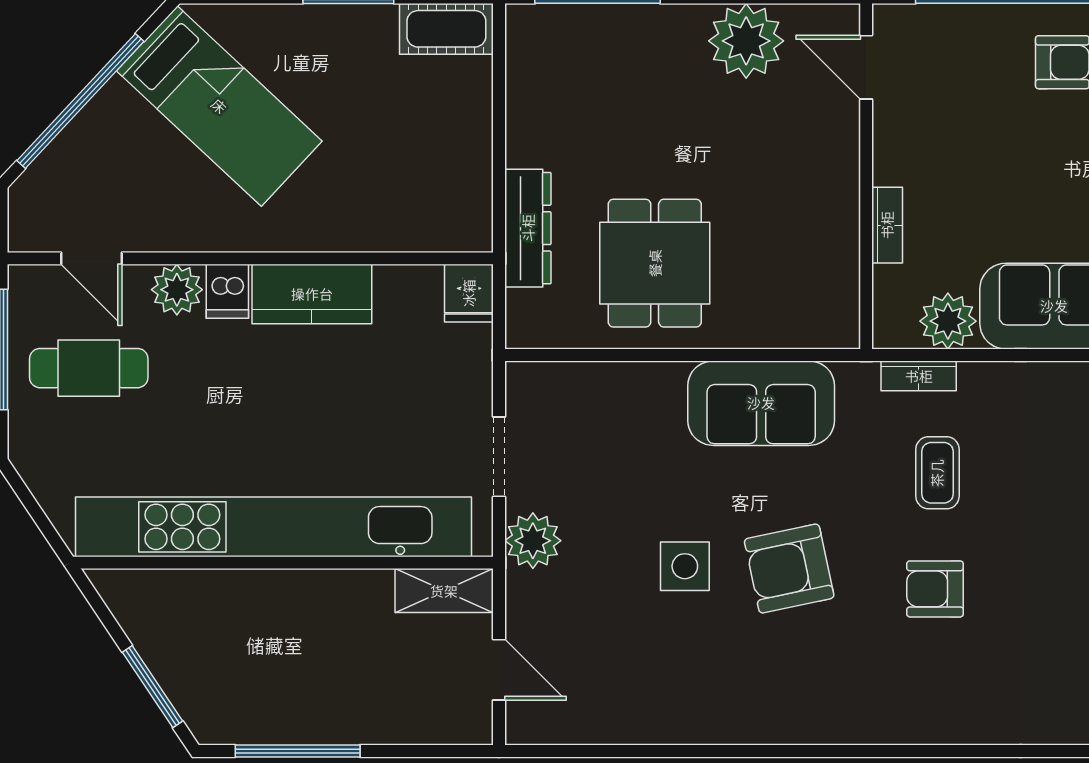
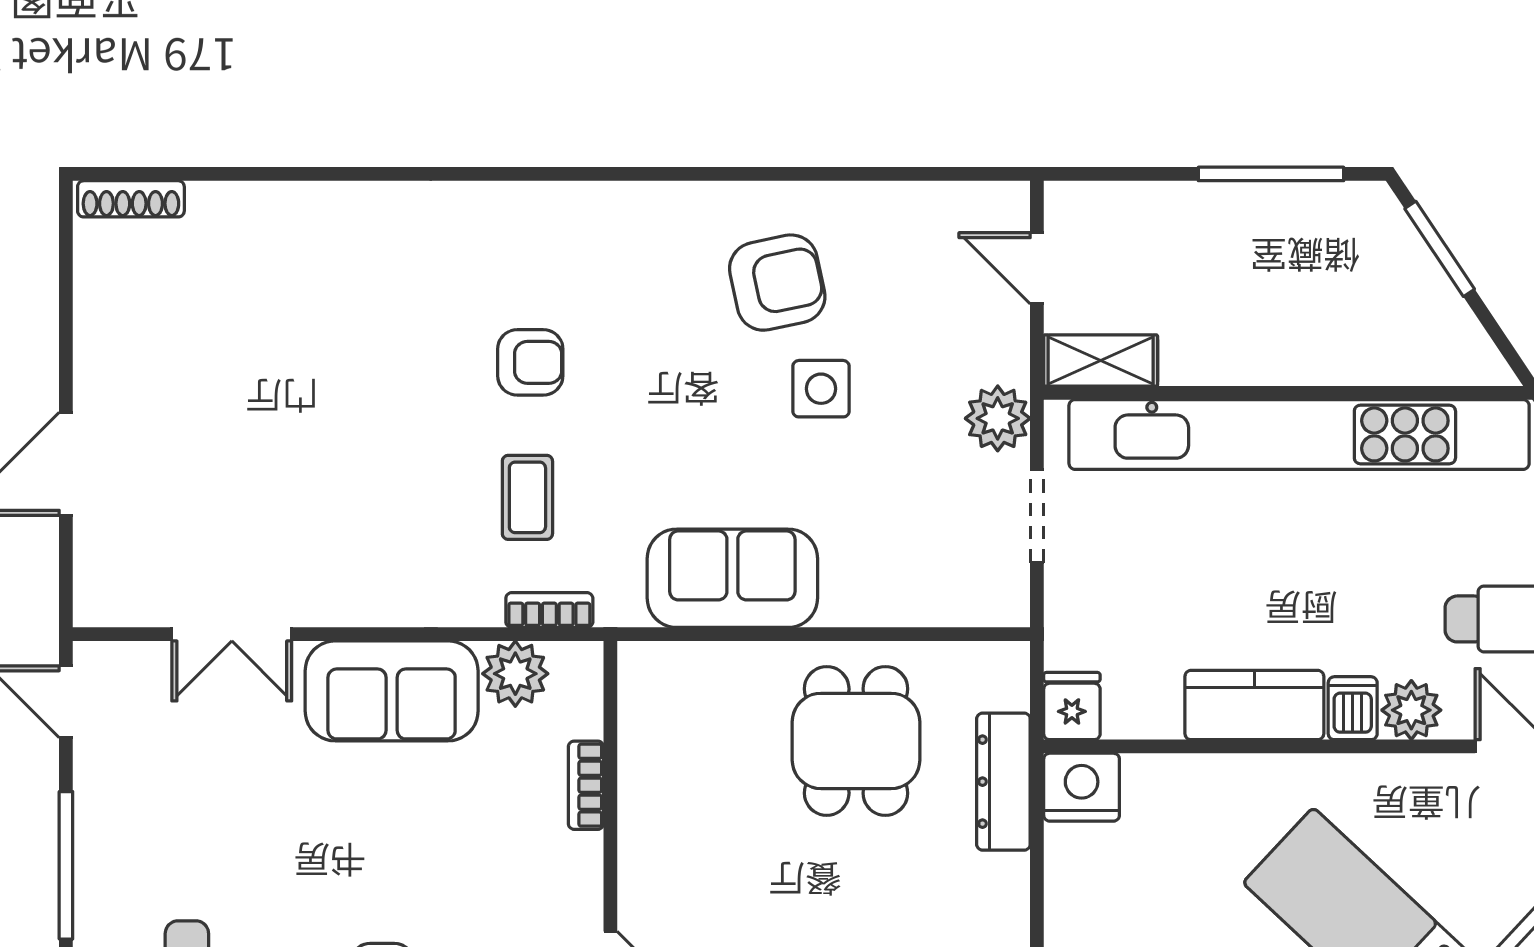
nightstand: (461, 223) -> (1082, 787), added
armchair: (789, 569) -> (777, 283), moved

